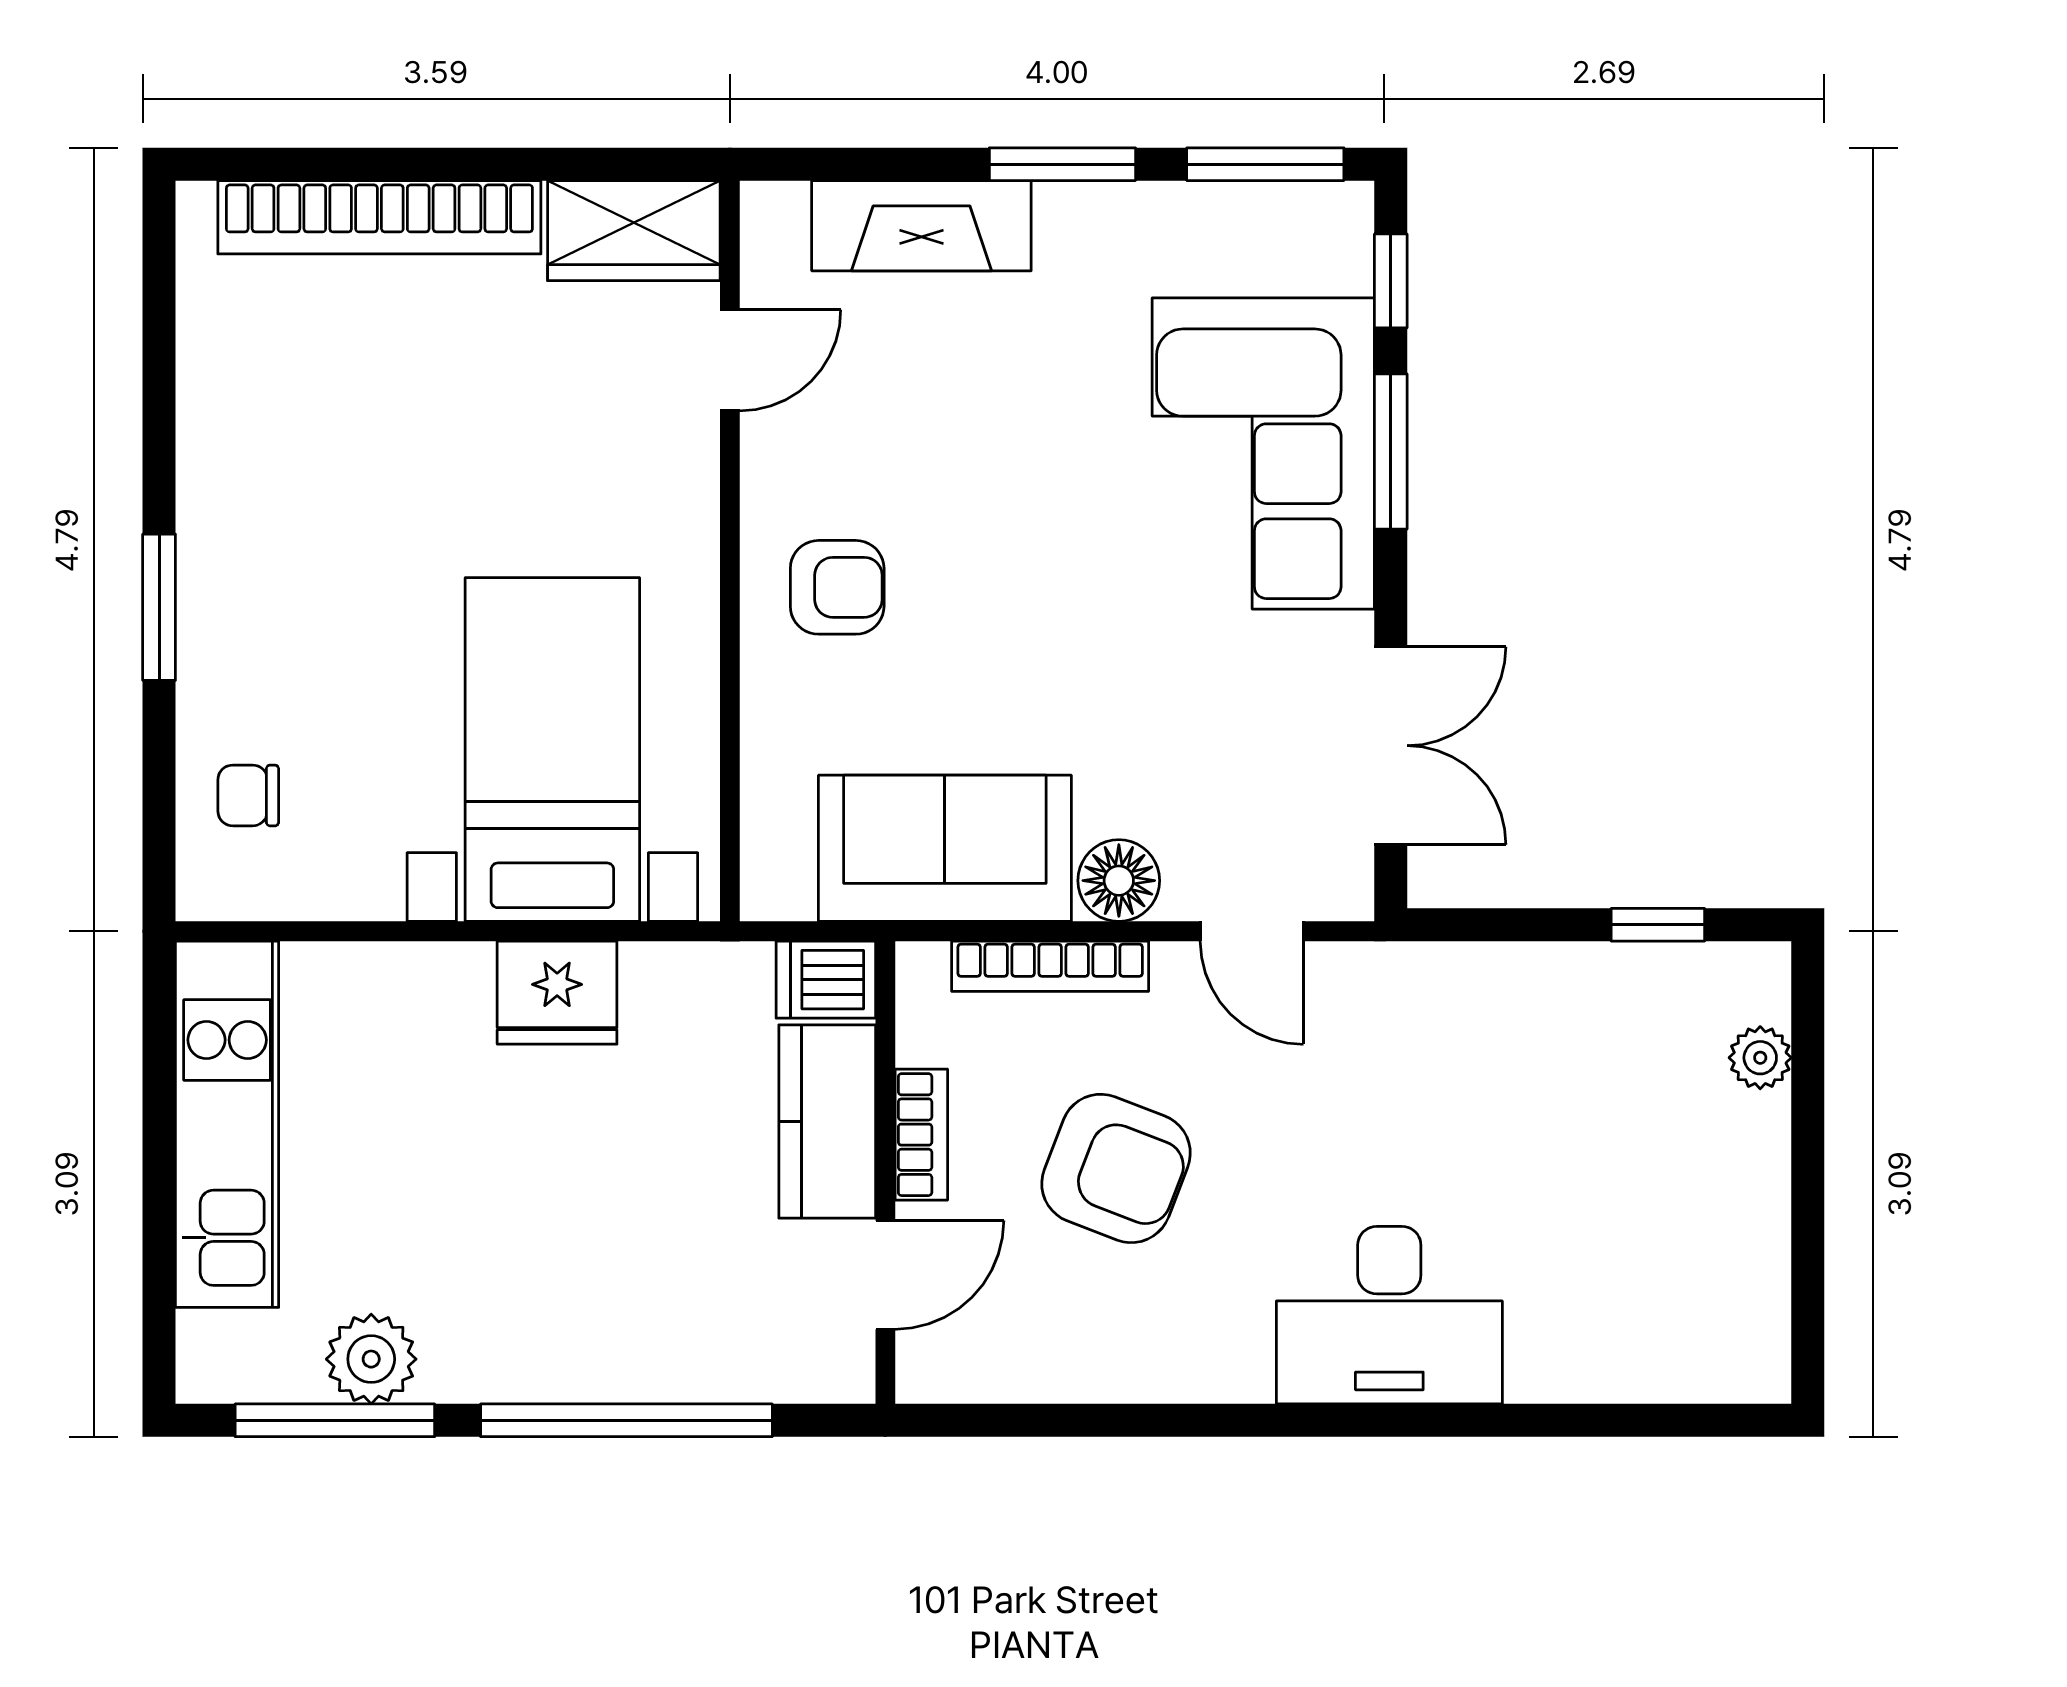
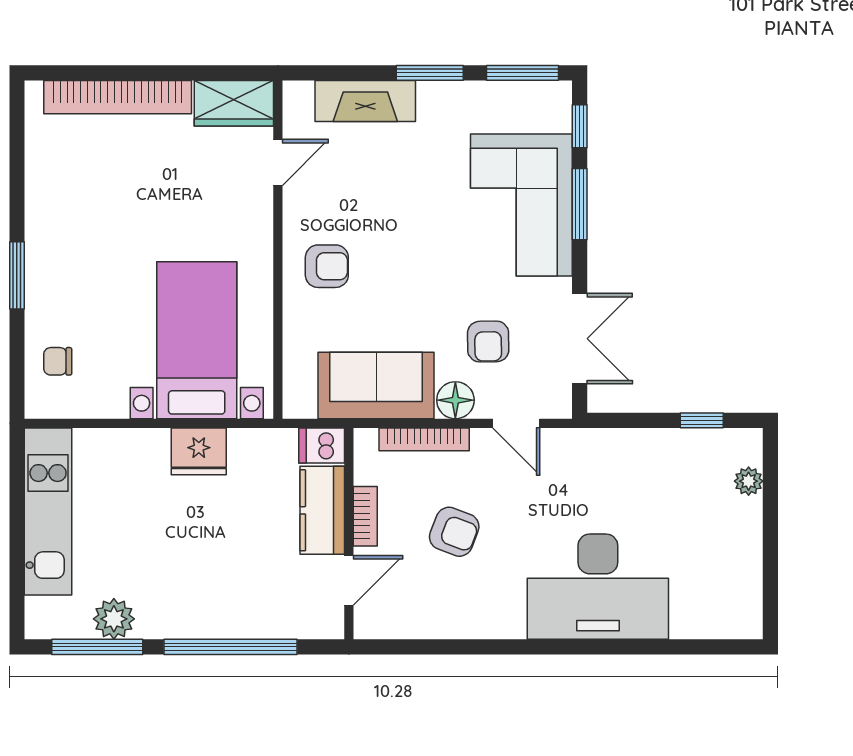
armchair: (1190, 752) -> (488, 342), added
armchair: (1116, 1168) -> (454, 532), width x0.72, depth x0.72
desk: (1389, 1315) -> (598, 587), width x1.36, depth x1.30

